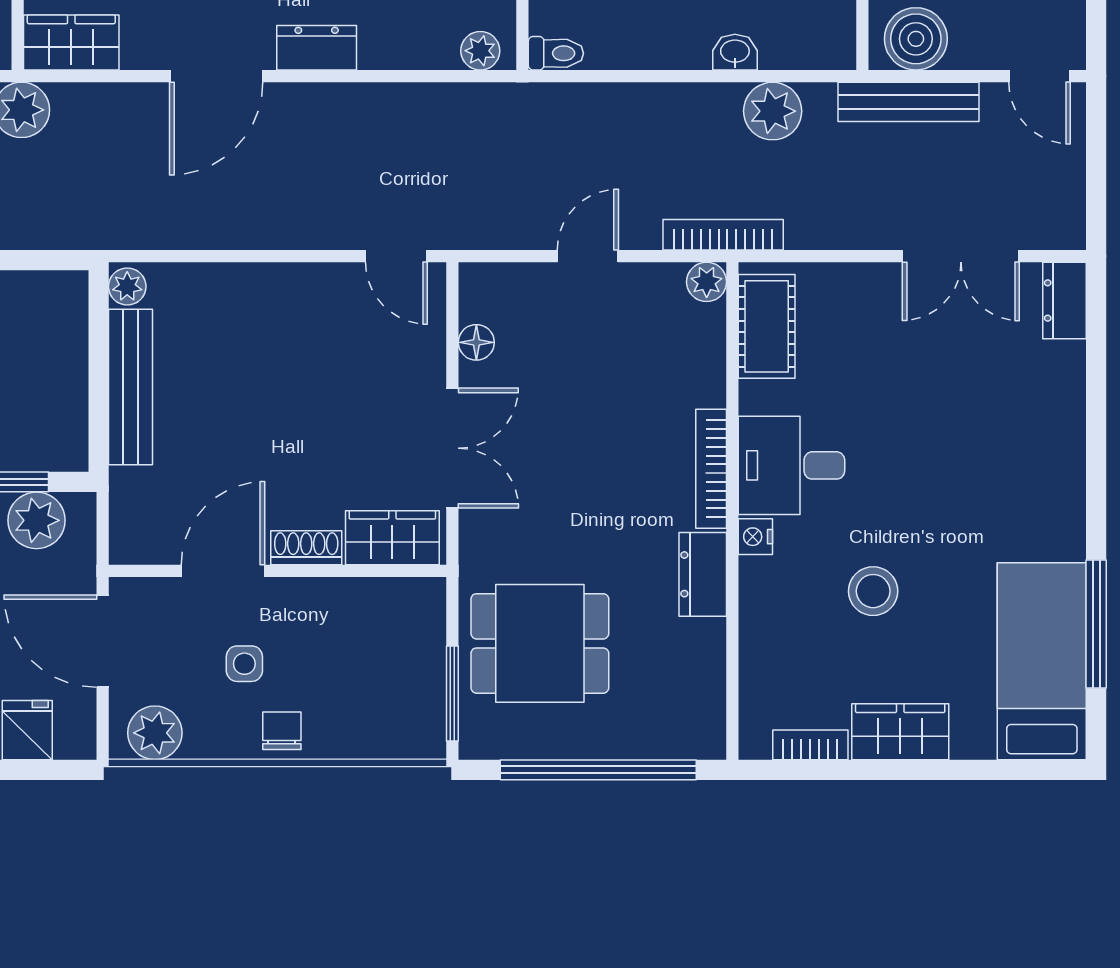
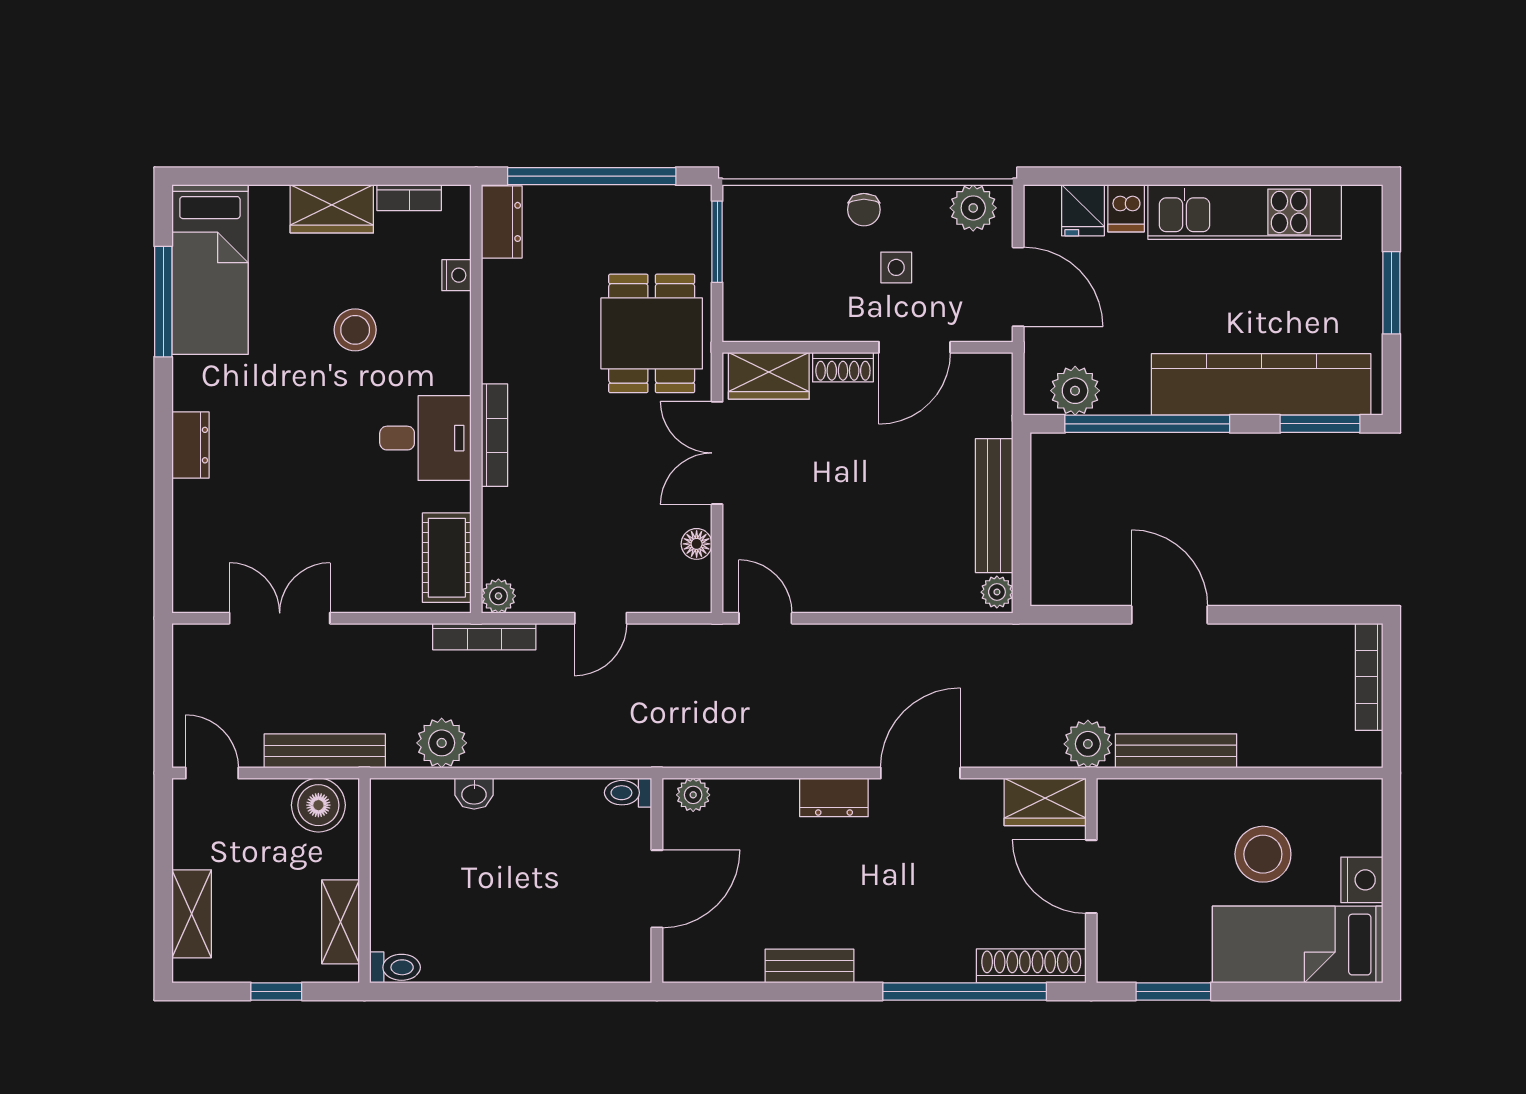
dresser: (1065, 300) -> (190, 445), moved
nightstand: (755, 537) -> (456, 275), moved
dresser: (703, 574) -> (502, 222), moved
dining table: (540, 643) -> (652, 333), moved, turned 90

